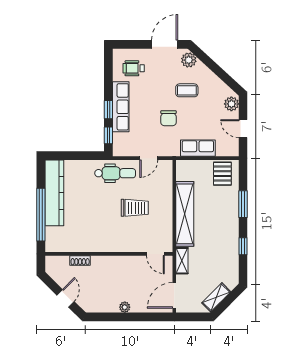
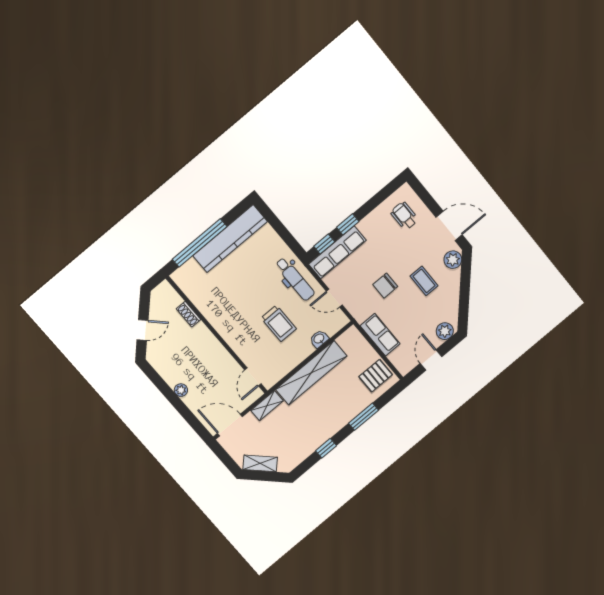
row of seats: (121, 107) -> (337, 252), moved
washbasin: (167, 190) -> (319, 339), added

